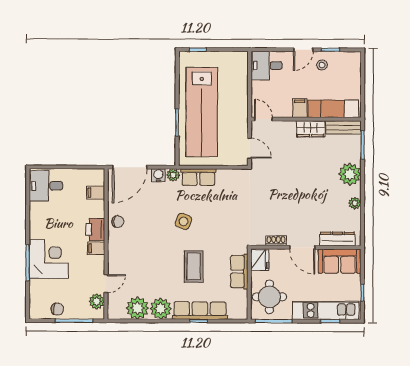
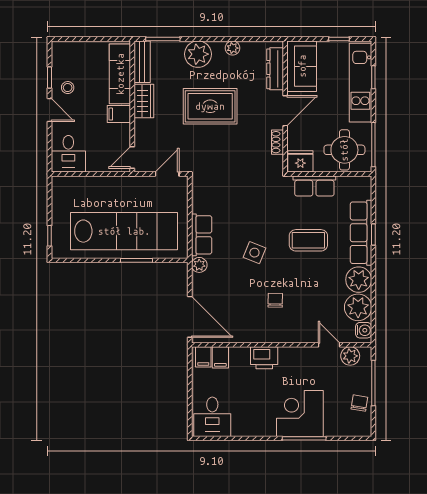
water cooler: (158, 175) -> (364, 330), moved, turned 180
rug: (306, 184) -> (210, 106), added
chair: (118, 222) -> (275, 300), moved
filing cabinet: (96, 248) -> (203, 357), moved

